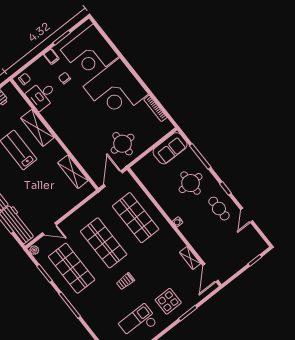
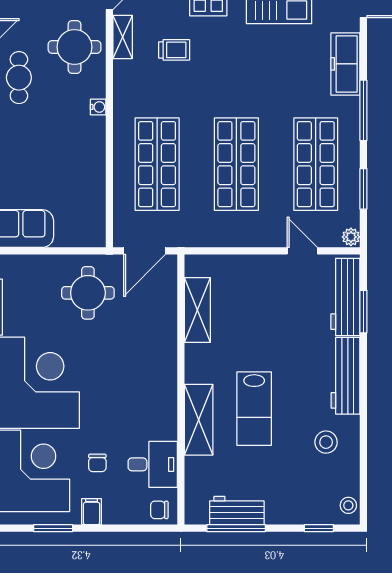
round table: (191, 183) -> (74, 47), moved
trolley: (125, 281) -> (174, 50), moved
freezer: (92, 318) -> (345, 64), added

